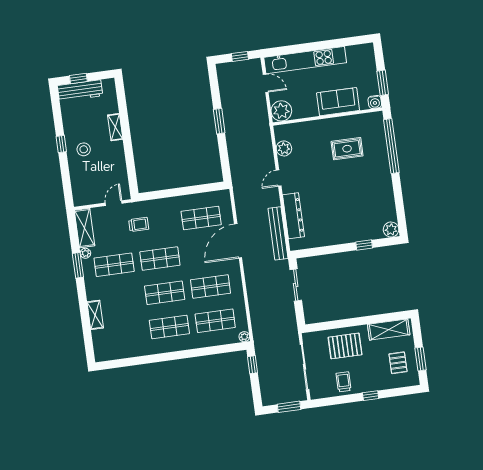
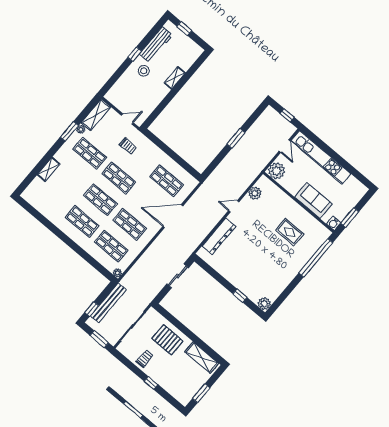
workbench: (80, 91) -> (156, 45), moved, turned -90
bench: (278, 233) -> (108, 303), moved
pallet: (398, 363) -> (186, 382), removed
window: (253, 365) -> (92, 309), moved

